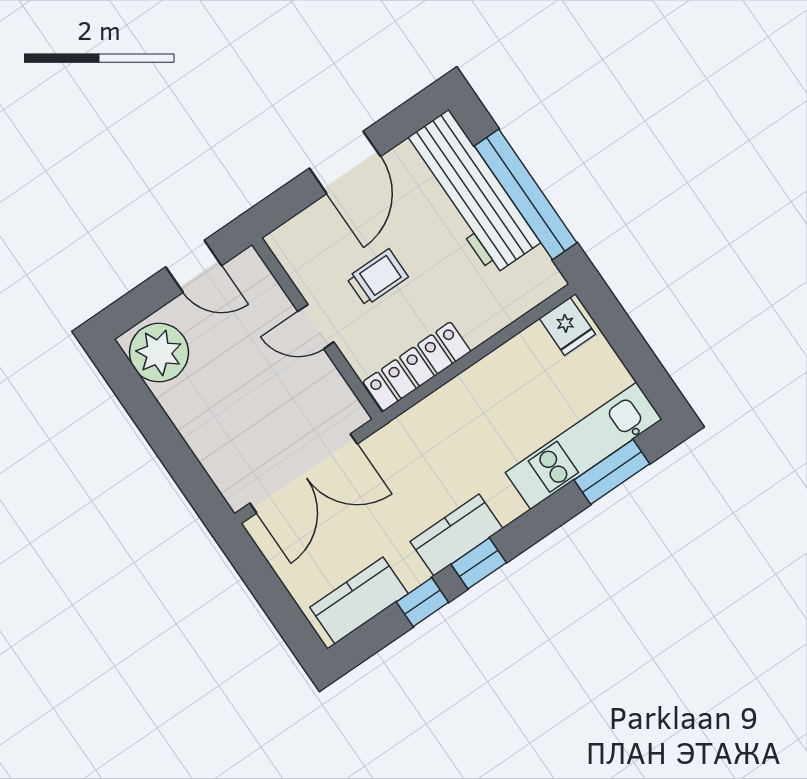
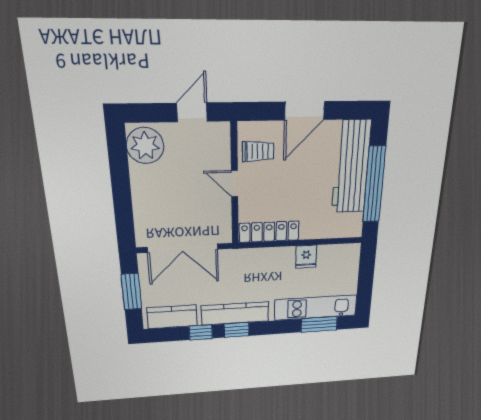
door: (194, 266) -> (192, 112), swing flipped
trolley: (377, 277) -> (258, 151), moved
fridge: (567, 326) -> (306, 257), moved
kitchen counter: (457, 535) -> (235, 313), width x1.50
window: (270, 593) -> (131, 292), added

